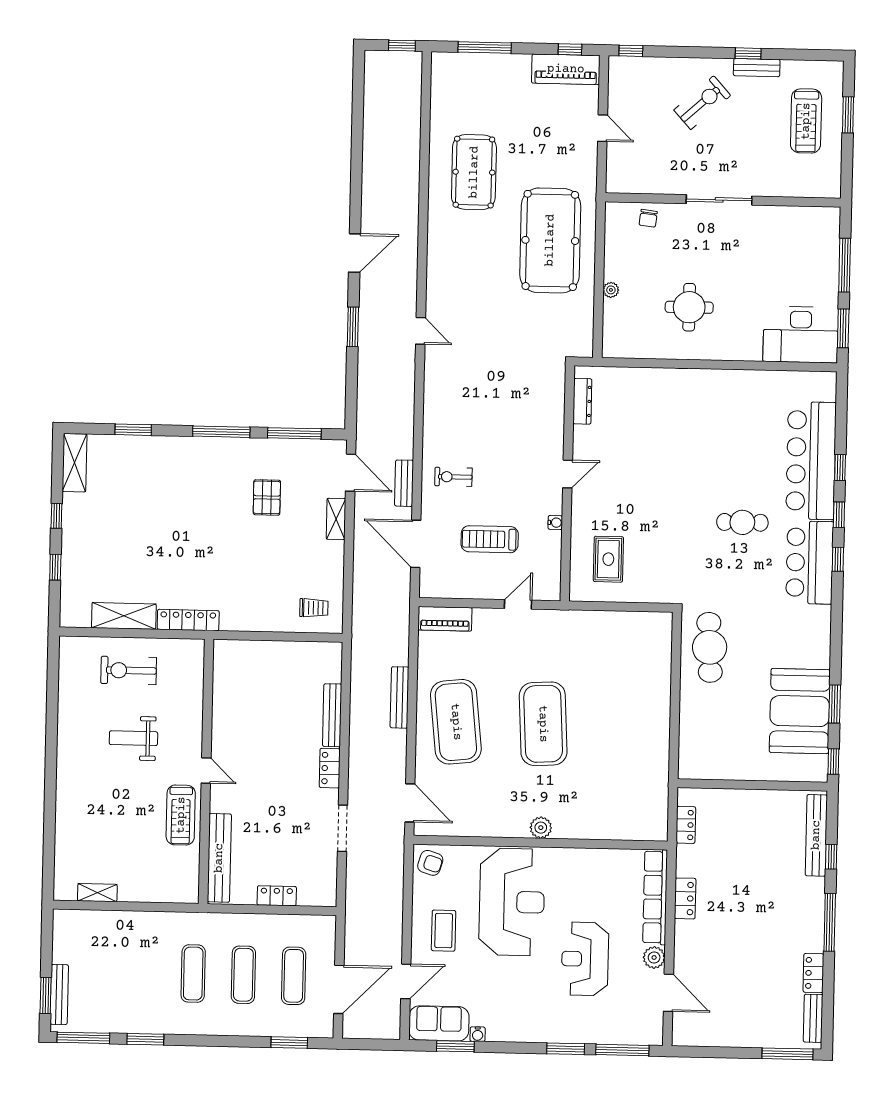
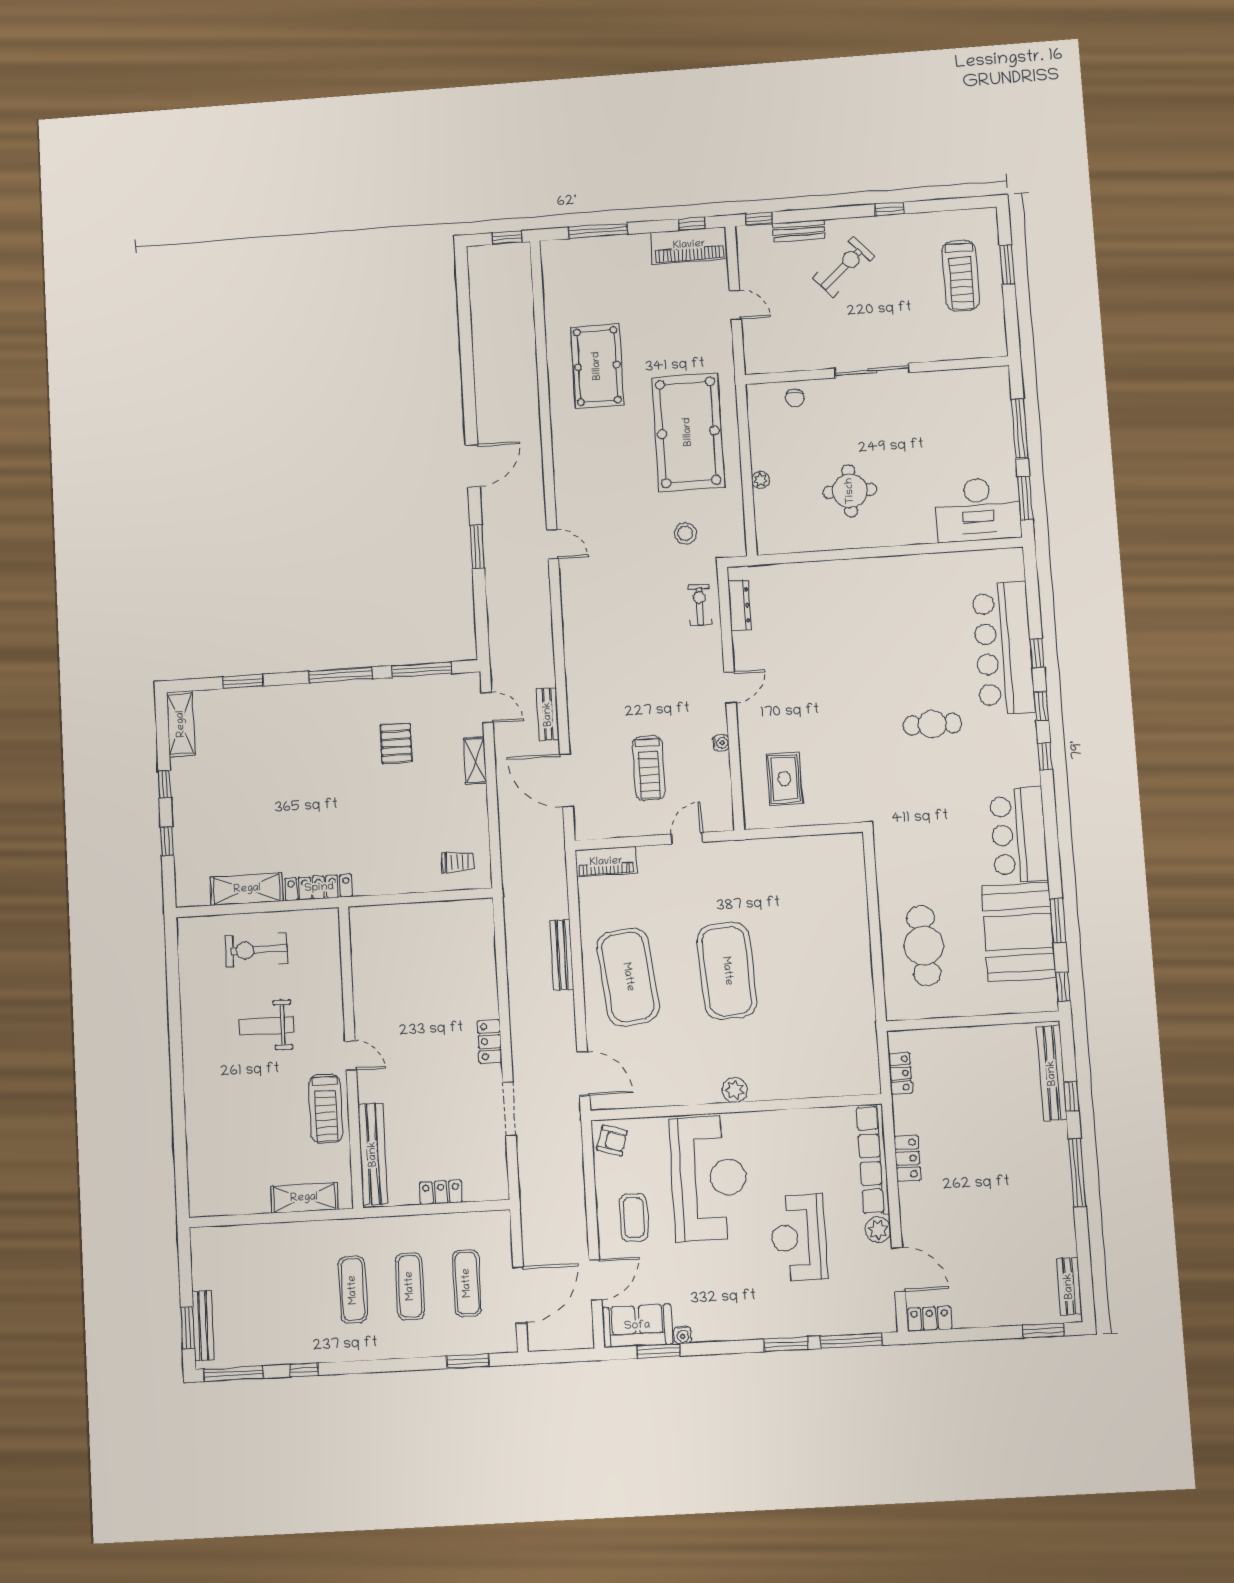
bench: (757, 68) -> (799, 231), moved
stool: (540, 332) -> (685, 533), added
door: (351, 473) -> (487, 707), width x0.73
exercise bike: (453, 477) -> (700, 605), moved, turned 90
treadmill: (490, 539) -> (649, 768), turned -90
bar counter: (810, 562) -> (1019, 835), moved
cafe table: (710, 647) -> (924, 946), moved
bench: (332, 715) -> (488, 981), removed
shelving: (97, 893) -> (304, 1198), moved, width x1.50, depth x1.33
locker: (813, 973) -> (930, 1319), moved, turned 90
window: (145, 1039) -> (304, 1370), width x0.67
window: (787, 1054) -> (1044, 1330), width x0.69

